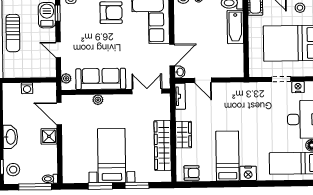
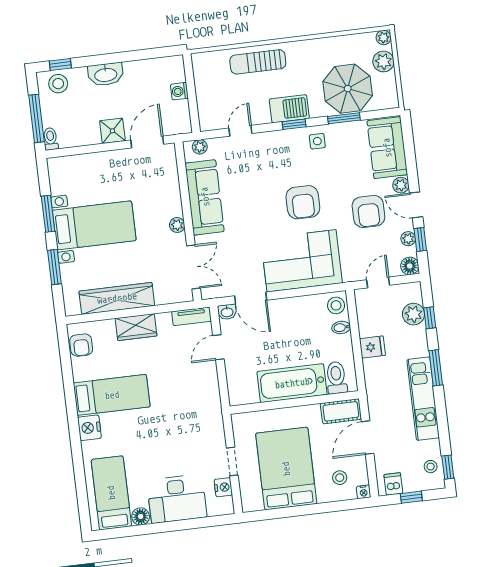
bathtub: (235, 27) -> (292, 383), width x1.36, depth x1.36
plant: (98, 100) -> (177, 225), moved

